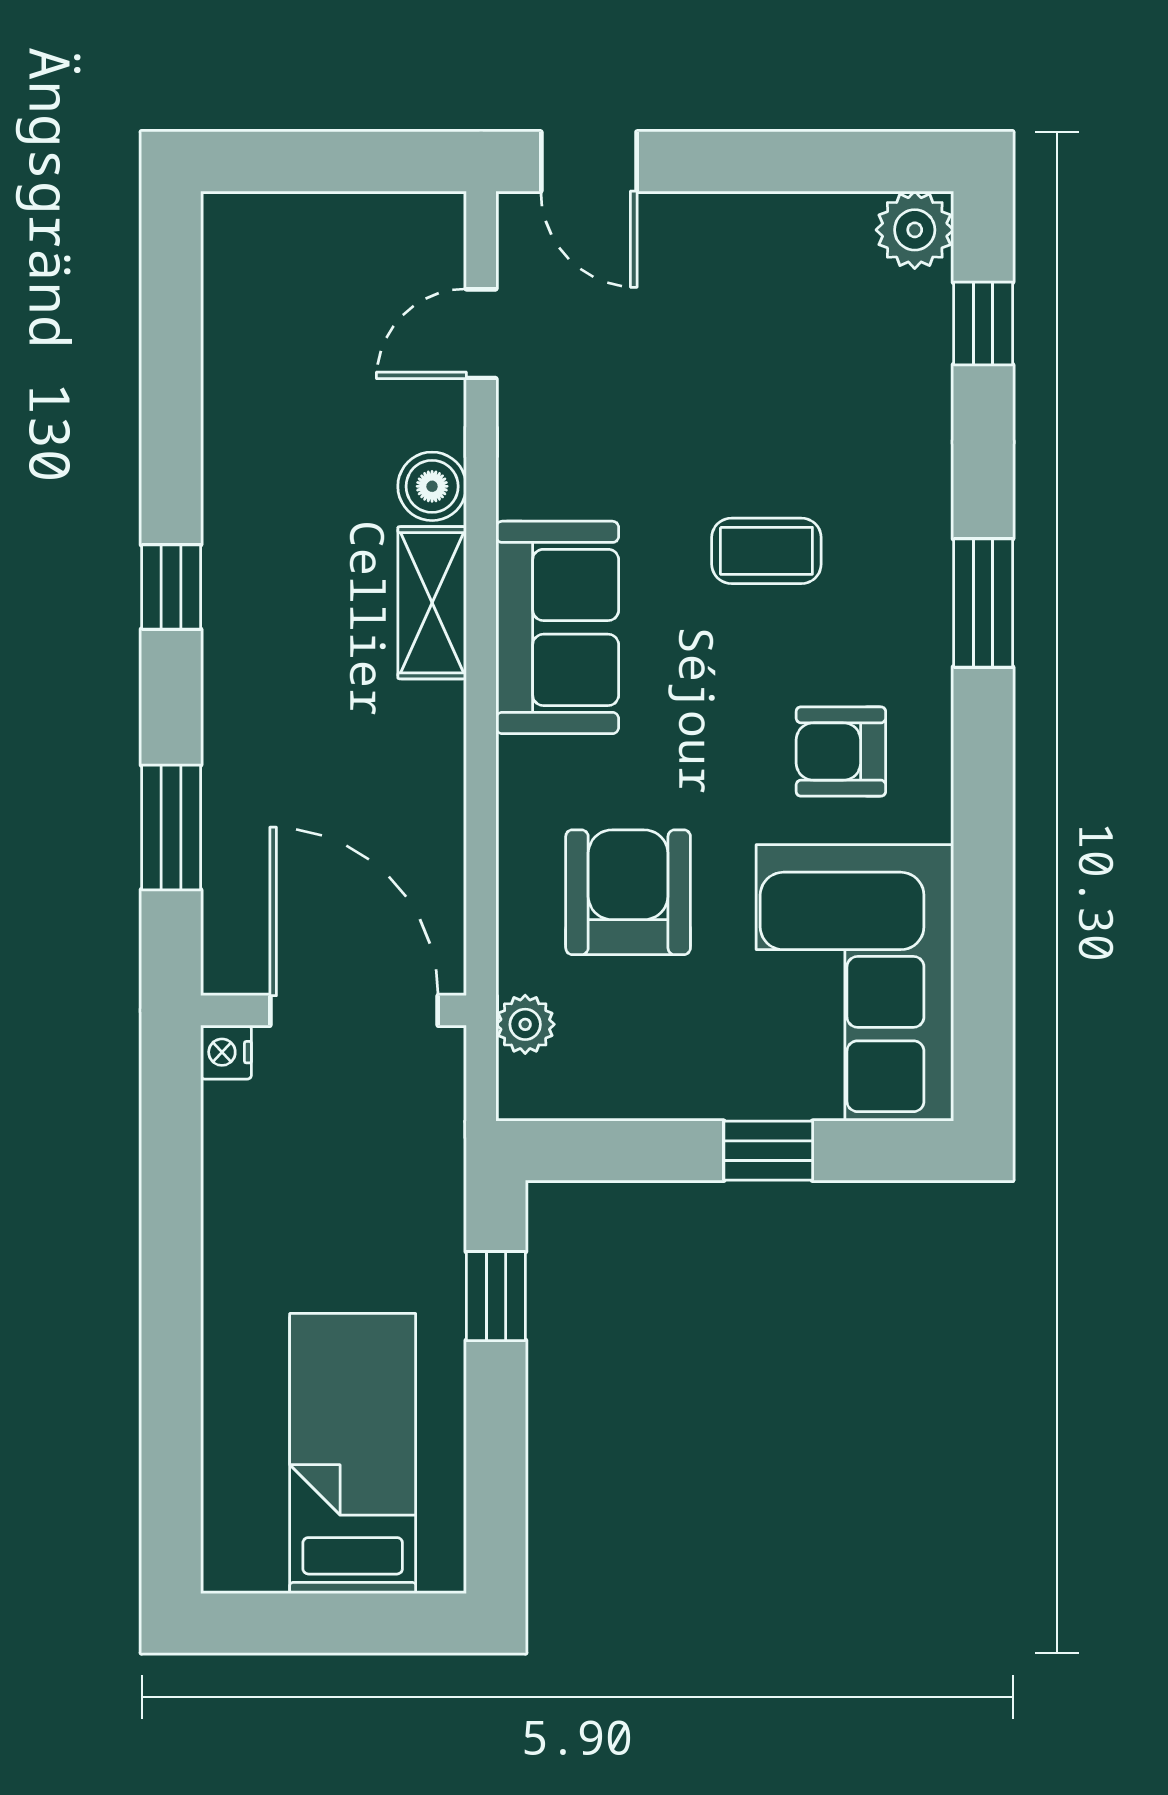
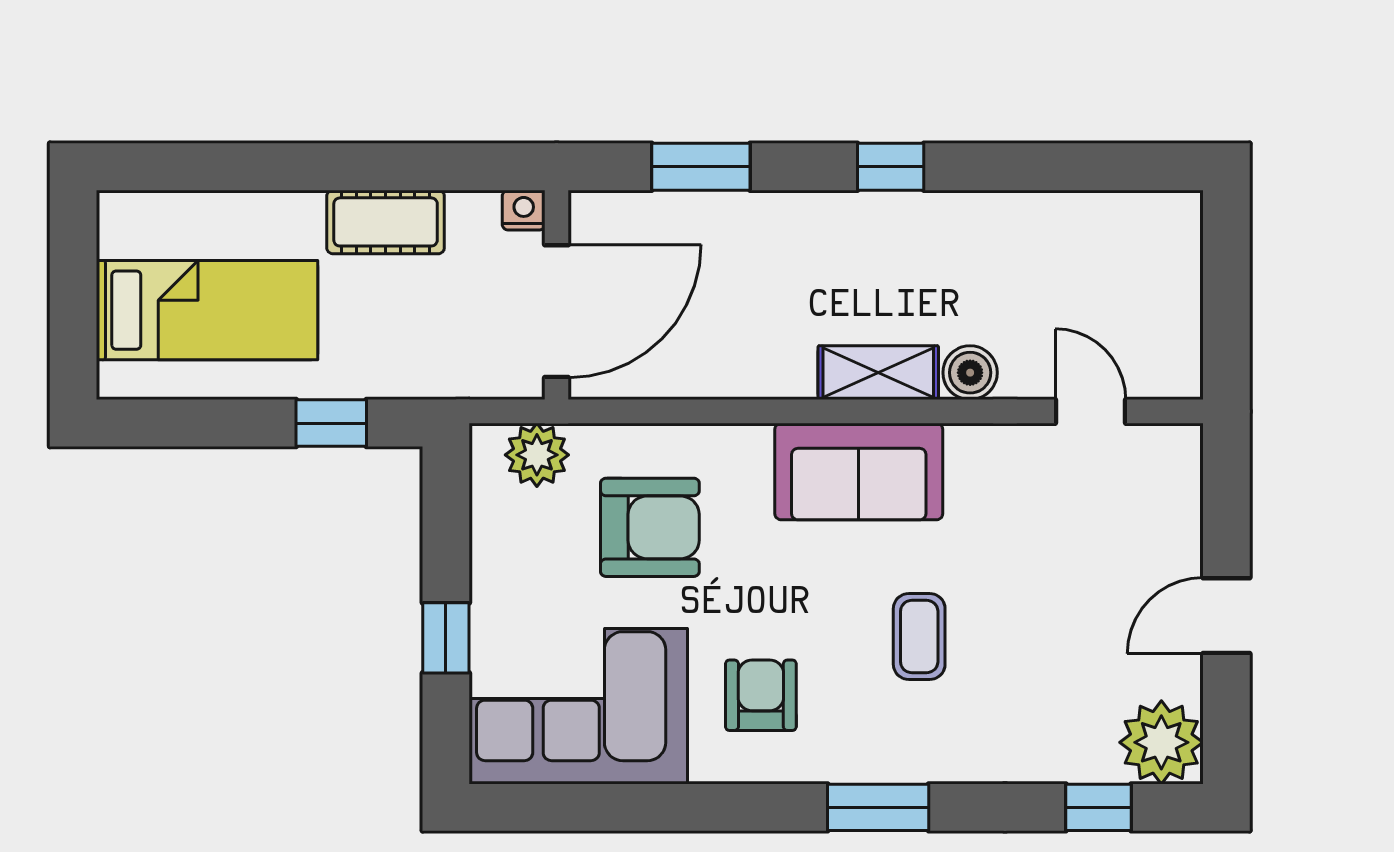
door: (589, 162) -> (1226, 616), moved
plant: (915, 230) -> (1161, 742), width x1.36, depth x1.36
plant: (525, 1024) -> (537, 455), width x1.38, depth x1.38
cot: (241, 1227) -> (386, 222), added

